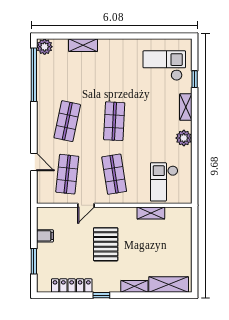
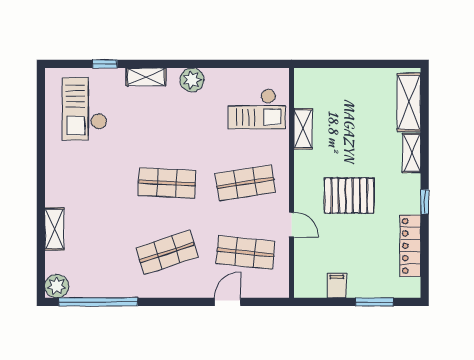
shop shelf: (67, 121) -> (167, 252), turned -30

